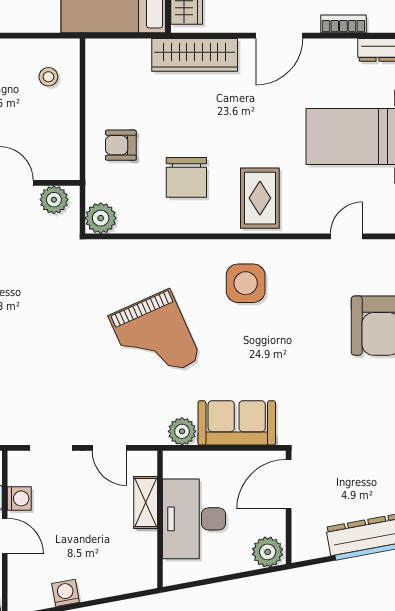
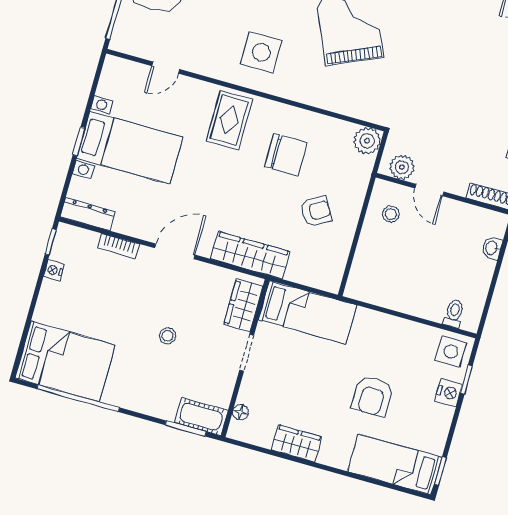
stool: (48, 77) -> (391, 214), moved
armchair: (121, 145) -> (316, 211), moved, turned -31
chair: (186, 177) -> (286, 155), turned 90

